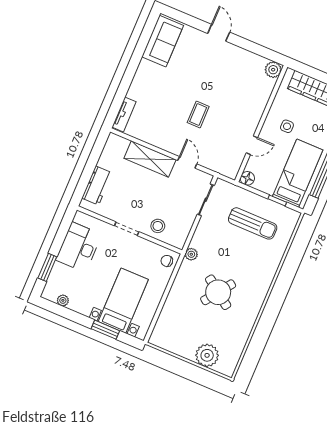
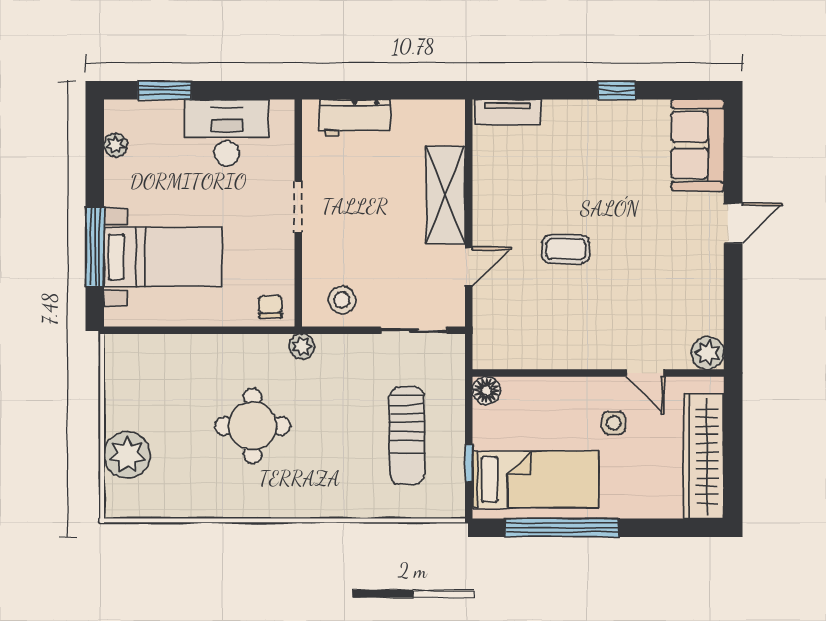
sofa: (163, 41) -> (698, 145), moved, turned 90
window: (135, 60) -> (617, 90), added
door: (252, 145) -> (645, 373), moved
stool: (158, 226) -> (342, 300), moved
round table: (218, 292) -> (253, 426), turned -36
window: (105, 330) -> (95, 247), width x1.44

